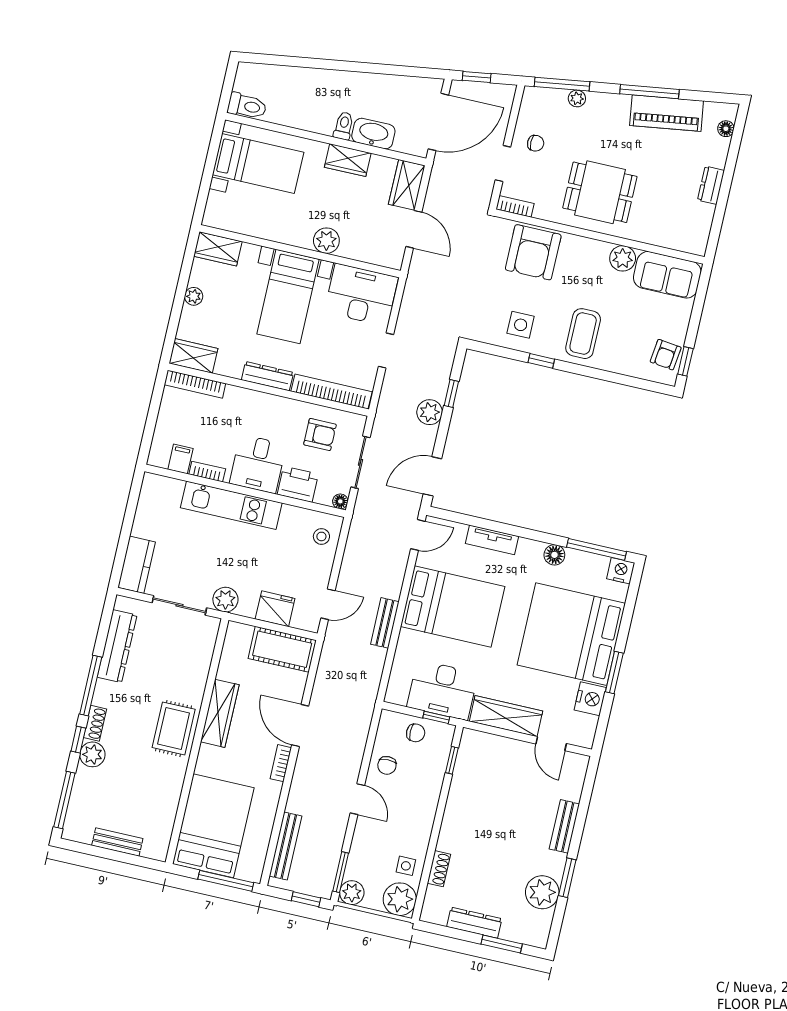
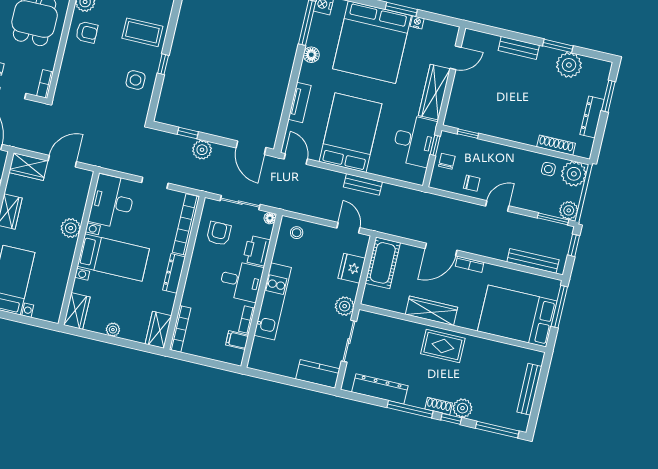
armchair: (533, 252) -> (87, 32), moved, width x0.53, depth x0.53
nightstand: (590, 699) -> (417, 22), width x0.53, depth x0.56
bench: (117, 842) -> (529, 389), width x1.36
shoe rack: (439, 869) -> (556, 145), width x1.43

